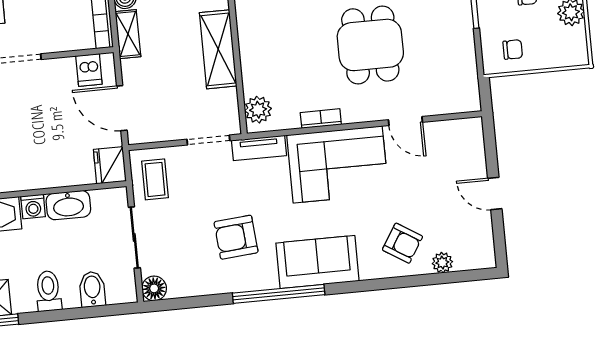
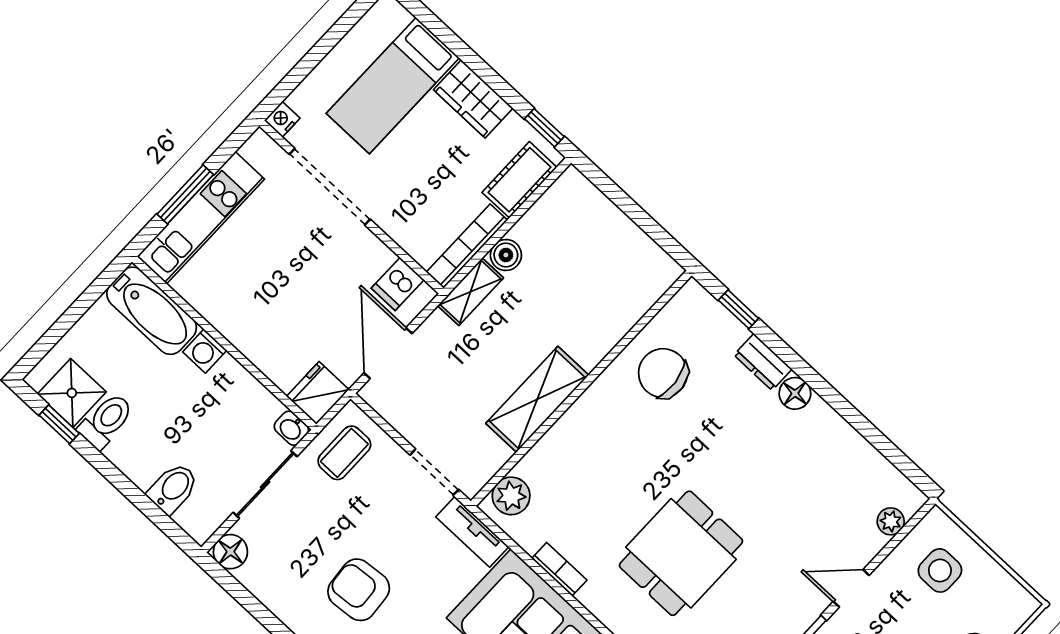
washbasin: (68, 205) -> (291, 428), moved, width x0.52, depth x0.69
toilet: (48, 291) -> (106, 421), moved

